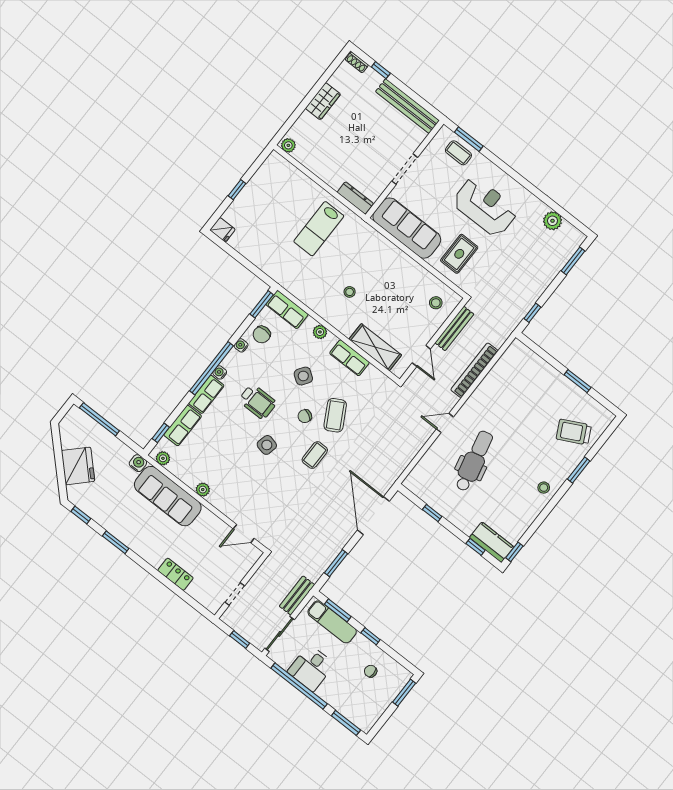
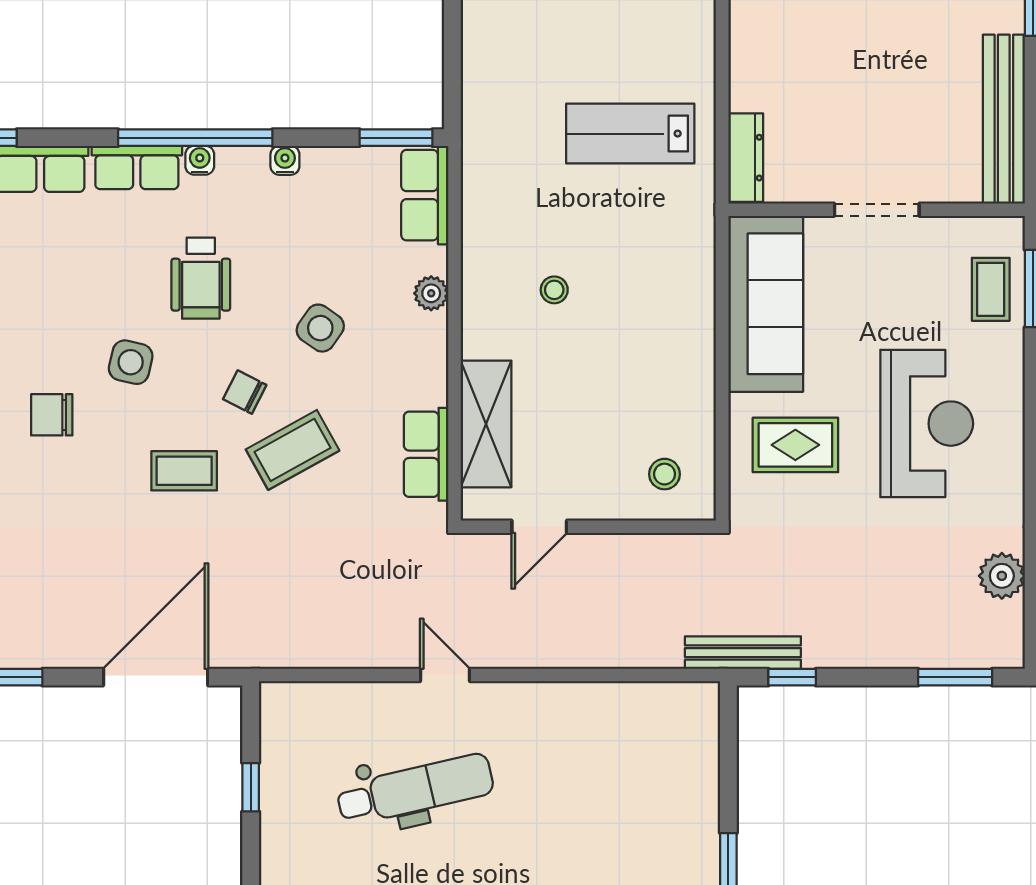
bench: (454, 328) -> (743, 653), moved
chair: (262, 334) -> (52, 415), moved
row of seats: (350, 358) -> (426, 454), moved
bookcase: (474, 370) -> (592, 652), removed

